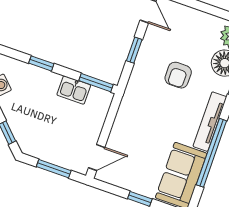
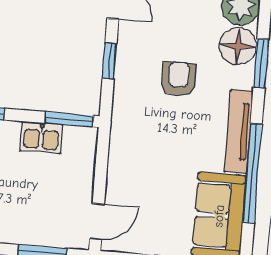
armchair: (178, 75) -> (179, 79), turned 180

